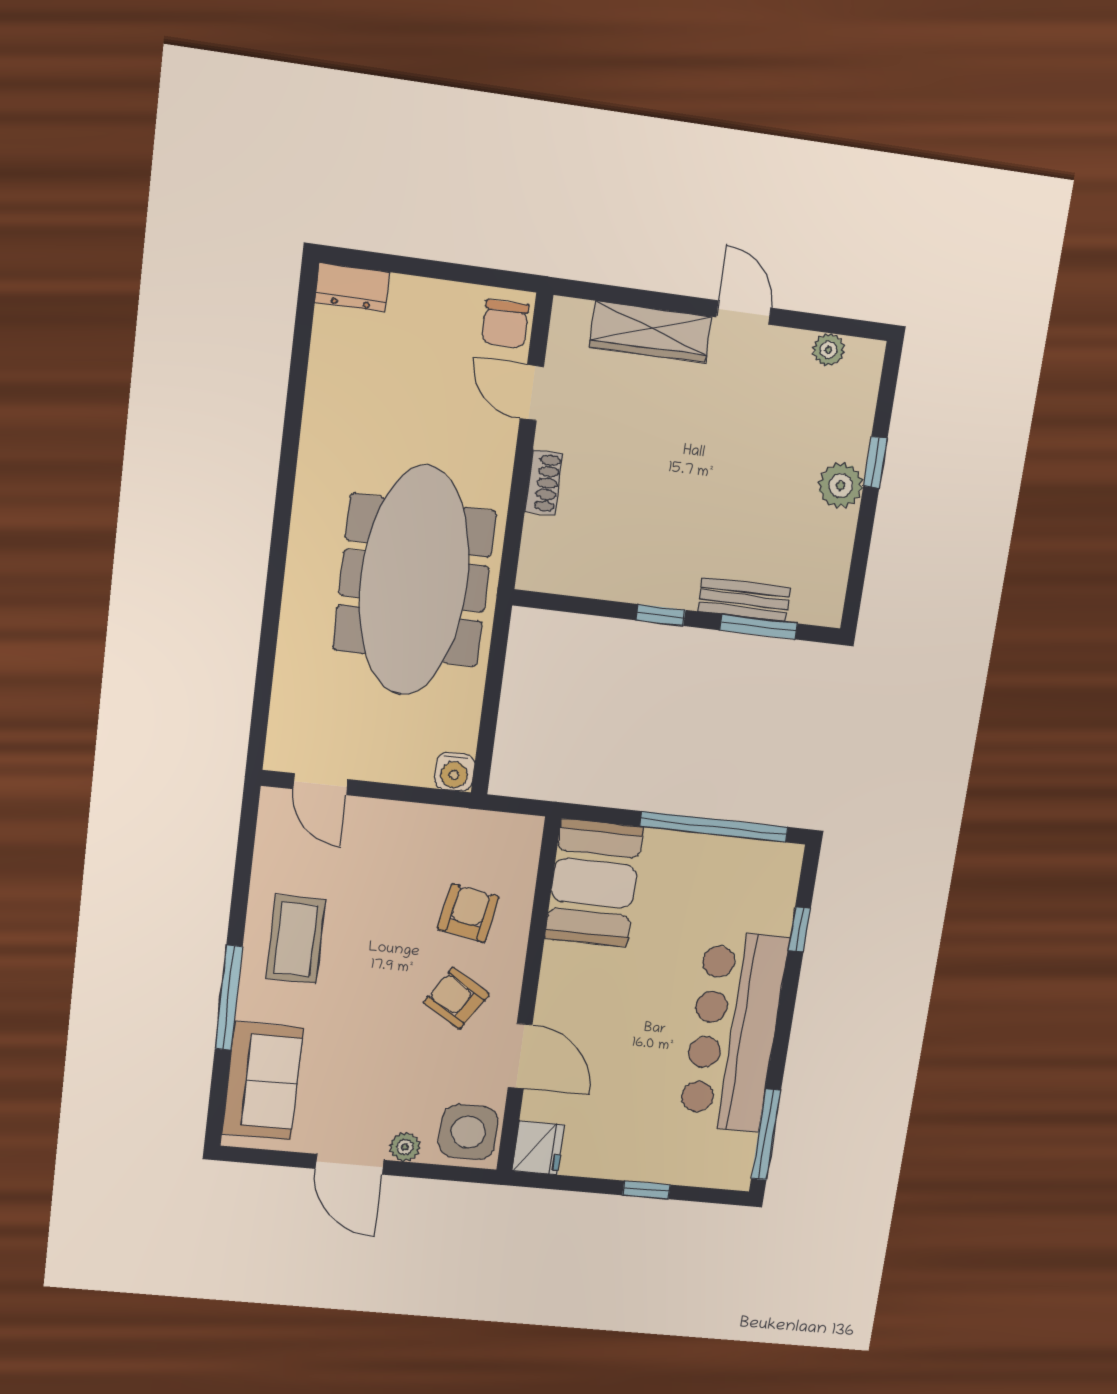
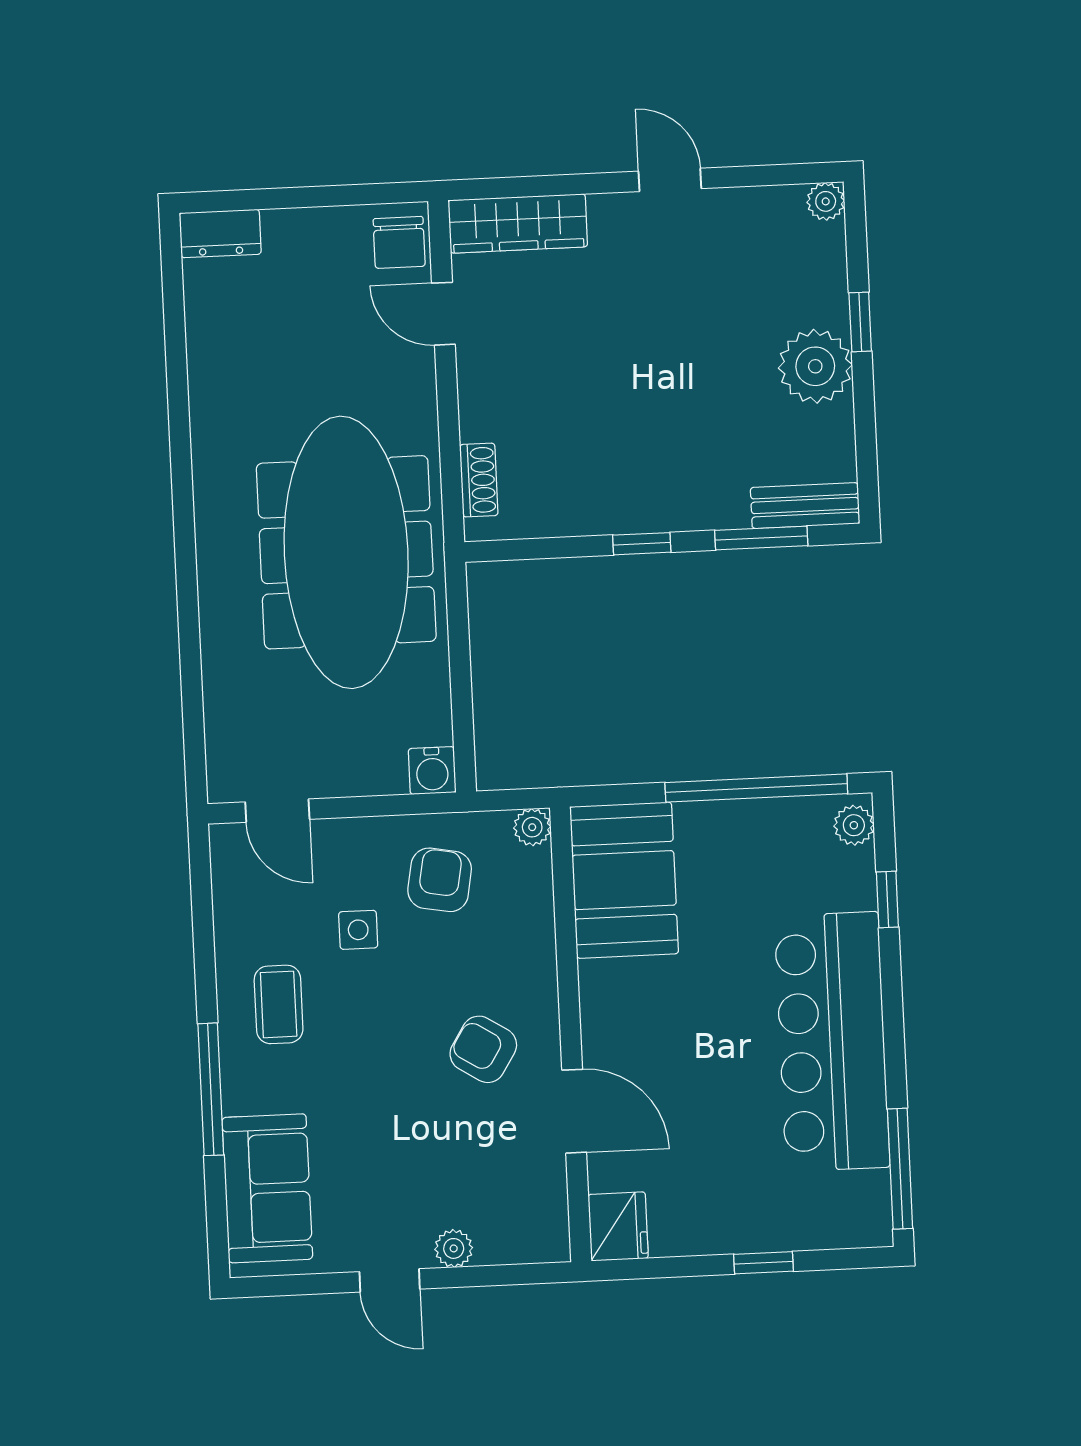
wardrobe: (651, 332) -> (518, 223), moved
plant: (829, 350) -> (826, 201), moved
shoe rack: (544, 483) -> (479, 480), moved
plant: (841, 485) -> (815, 366), width x1.36, depth x1.36
bench: (744, 600) -> (805, 506), moved
plant: (528, 830) -> (532, 827), added
plant: (785, 868) -> (854, 825), added
armchair: (468, 913) -> (440, 880), moved
coffee table: (296, 939) -> (279, 1004), width x0.73, depth x0.77
side table: (468, 1132) -> (358, 930), moved, width x0.54, depth x0.54
door: (350, 1164) -> (390, 1280), width x0.73

